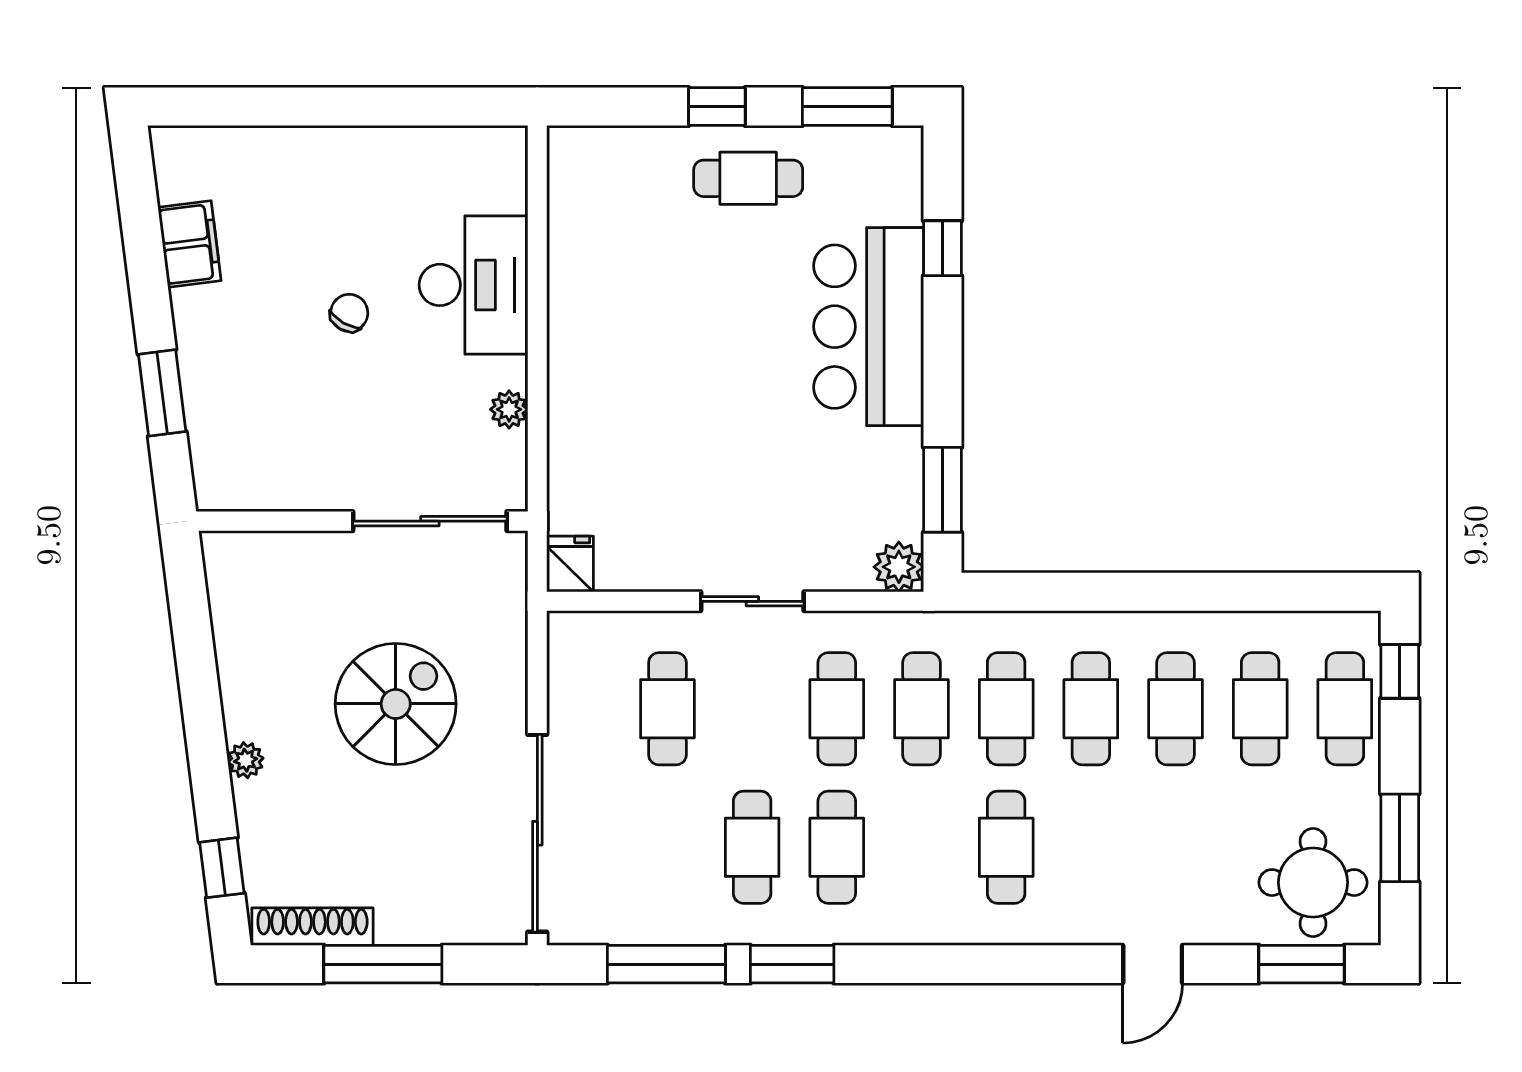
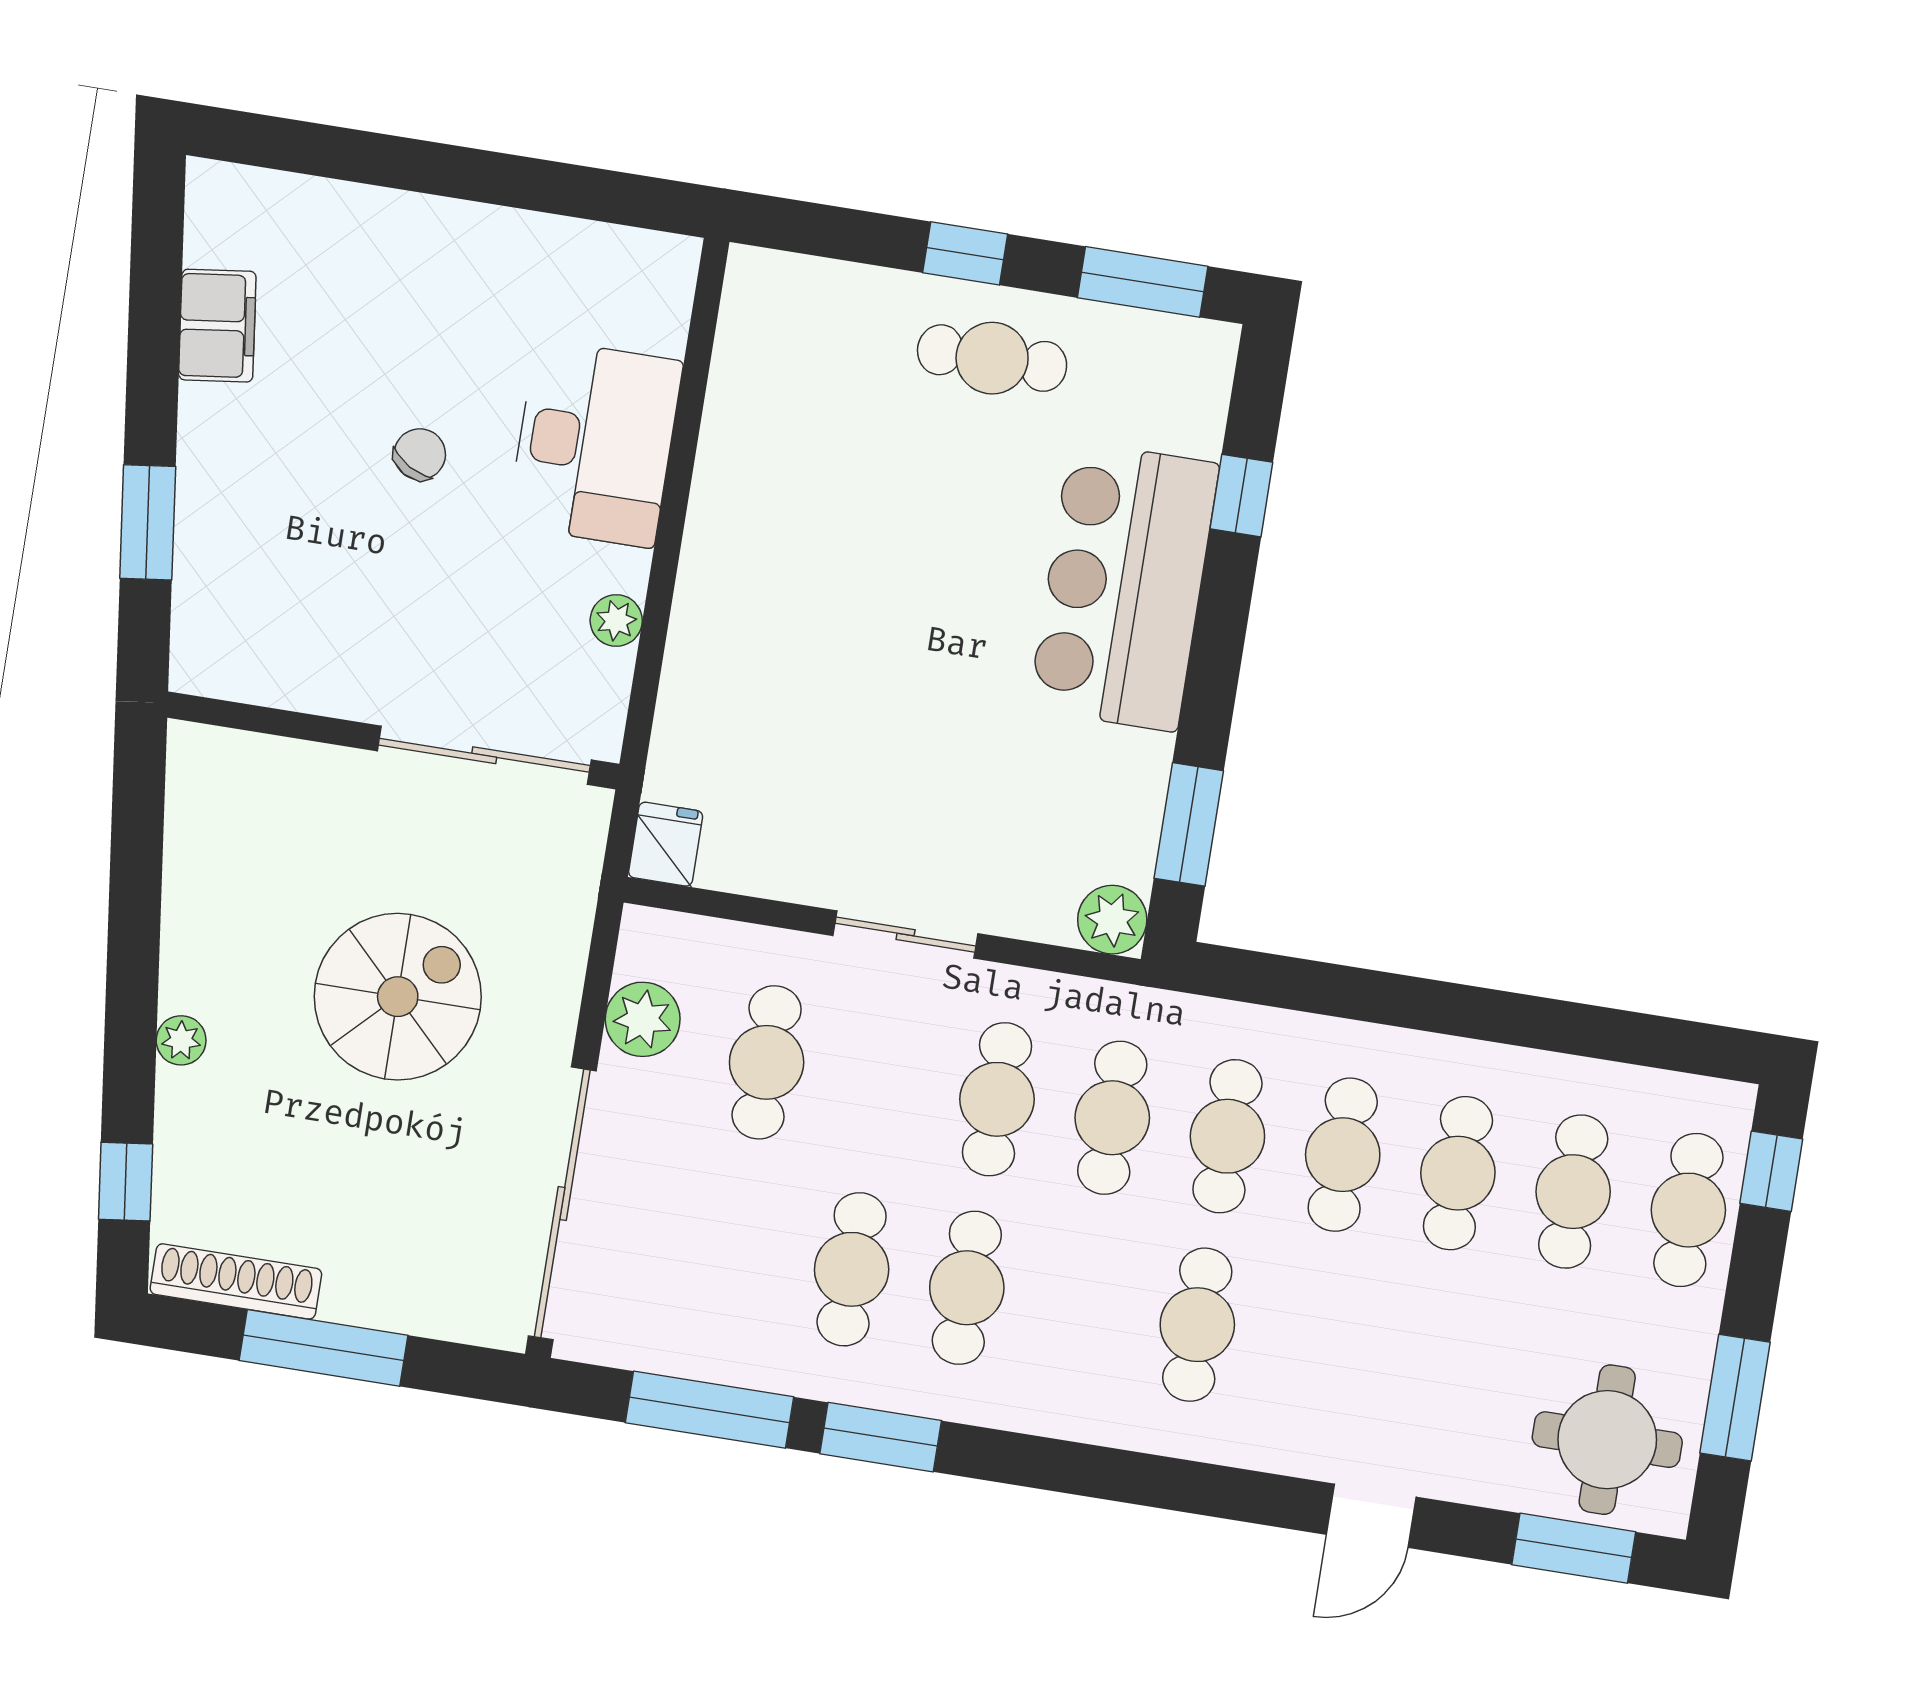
plant: (574, 692) -> (643, 1019), added

